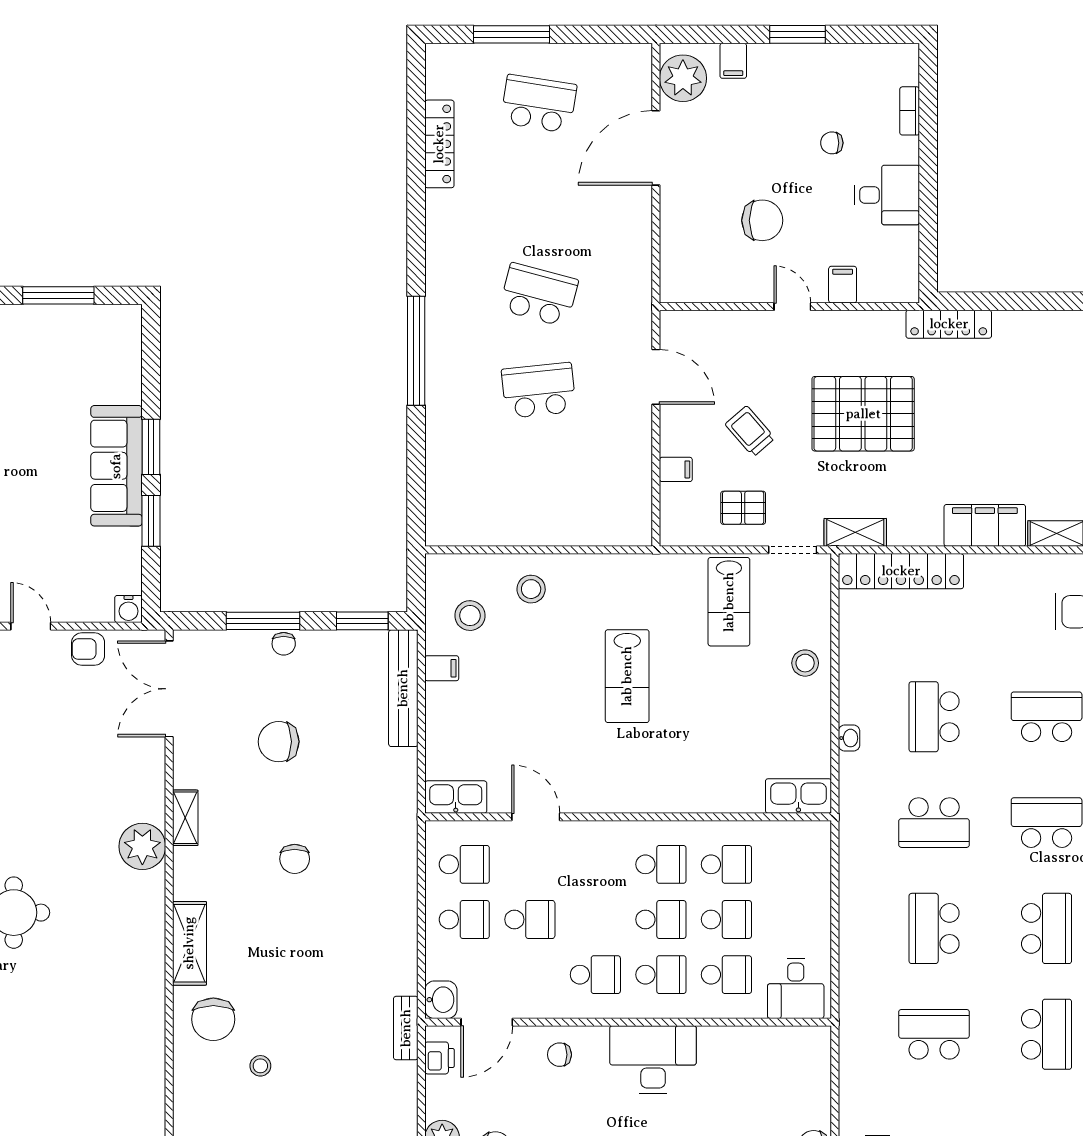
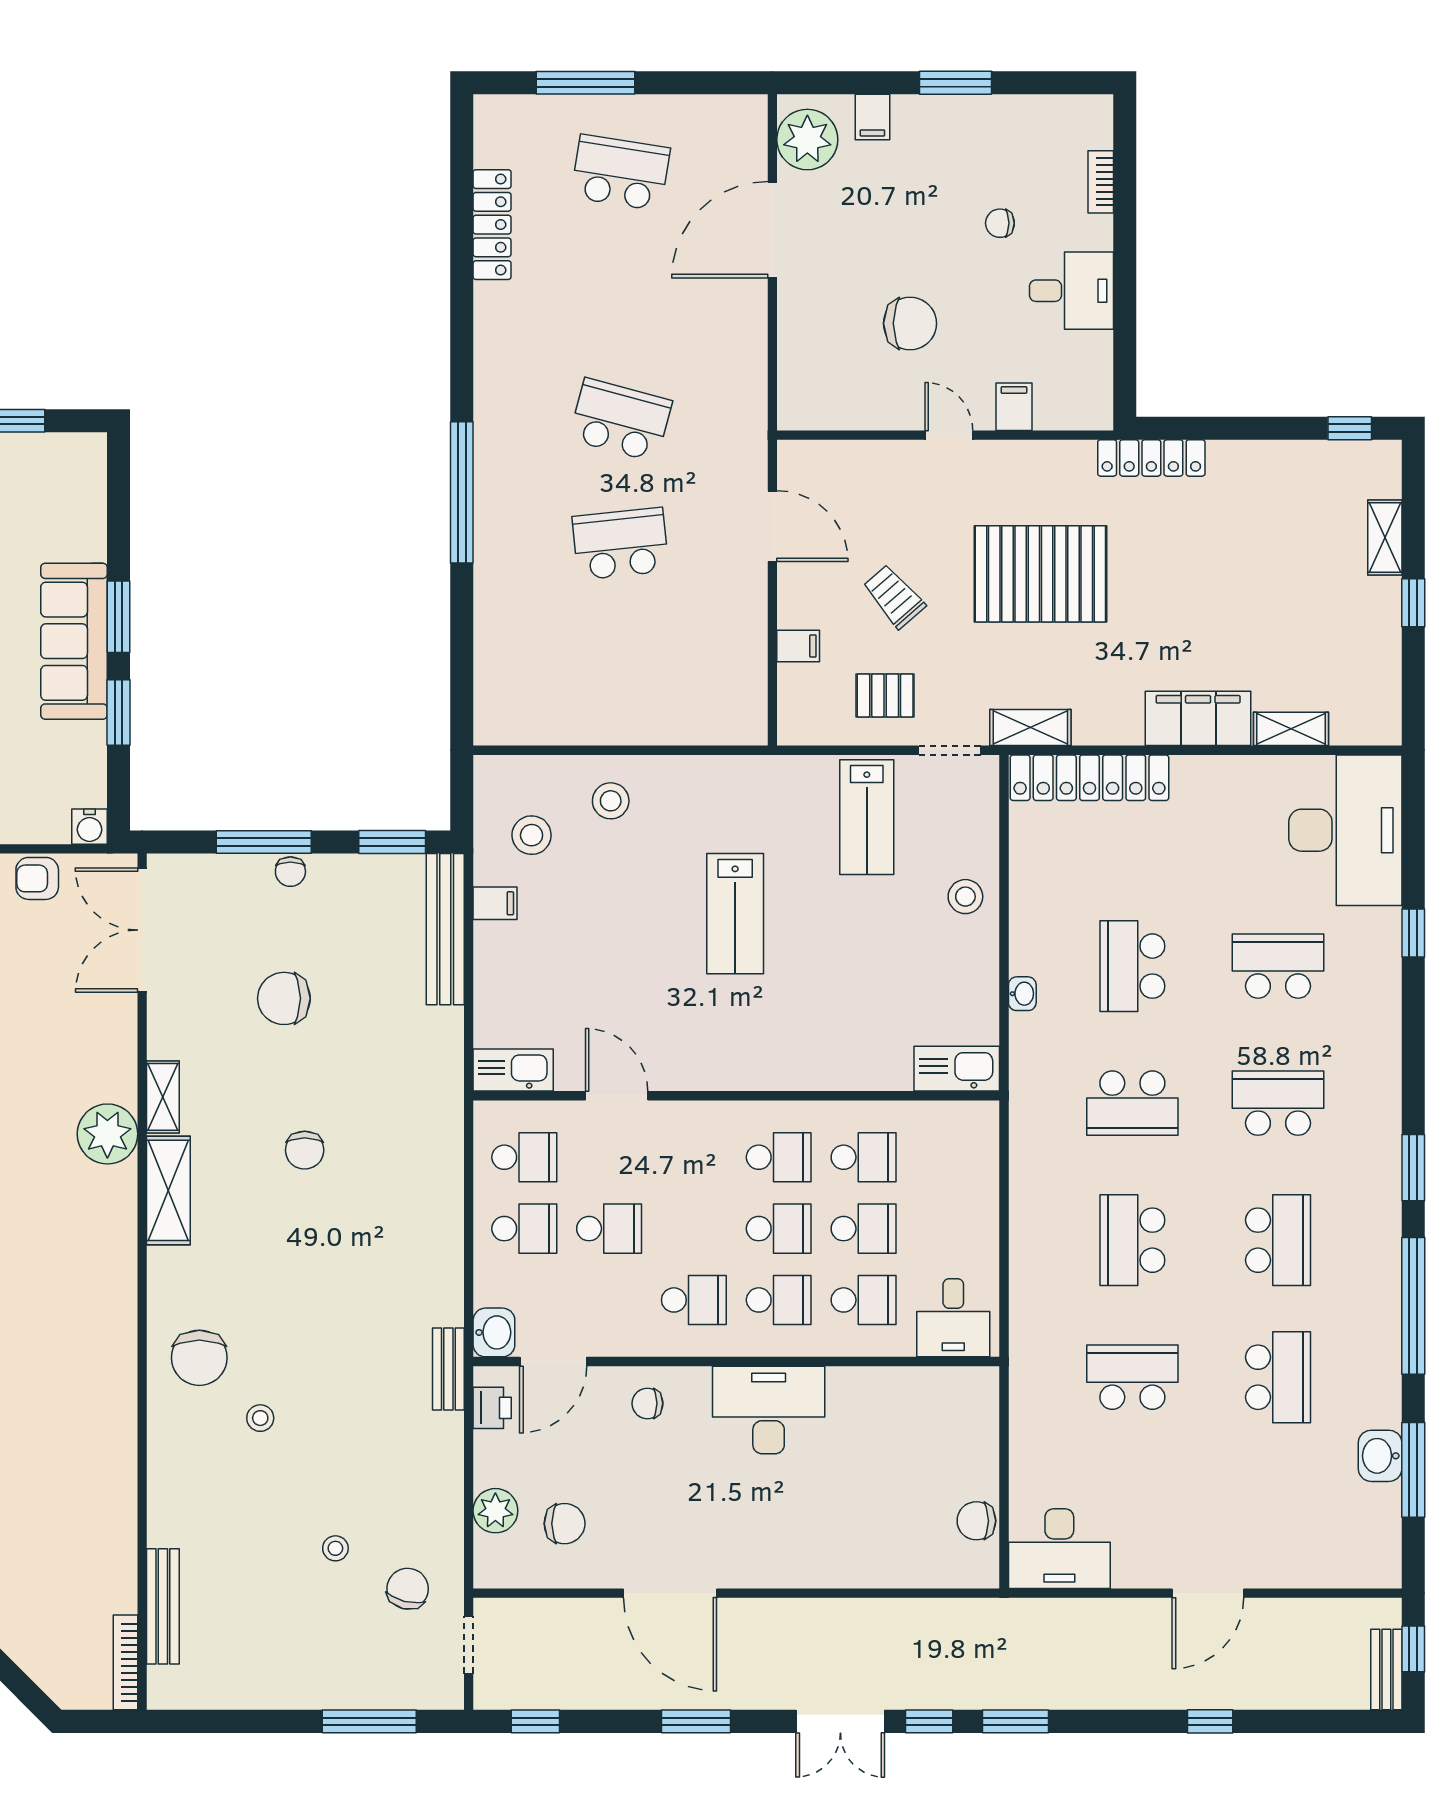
shelving: (189, 943) -> (168, 1190), moved

